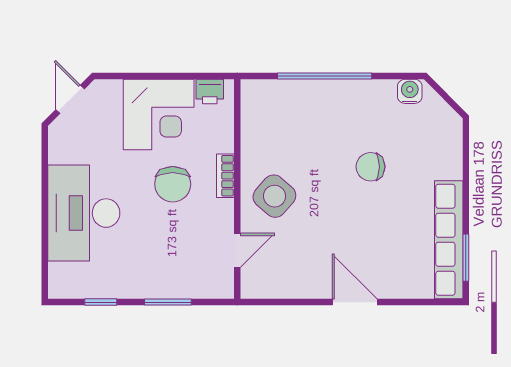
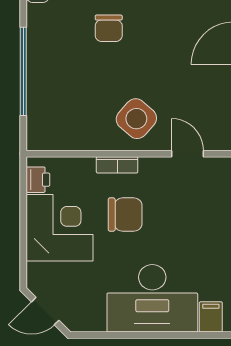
filing cabinet: (64, 275) -> (211, 317), added

